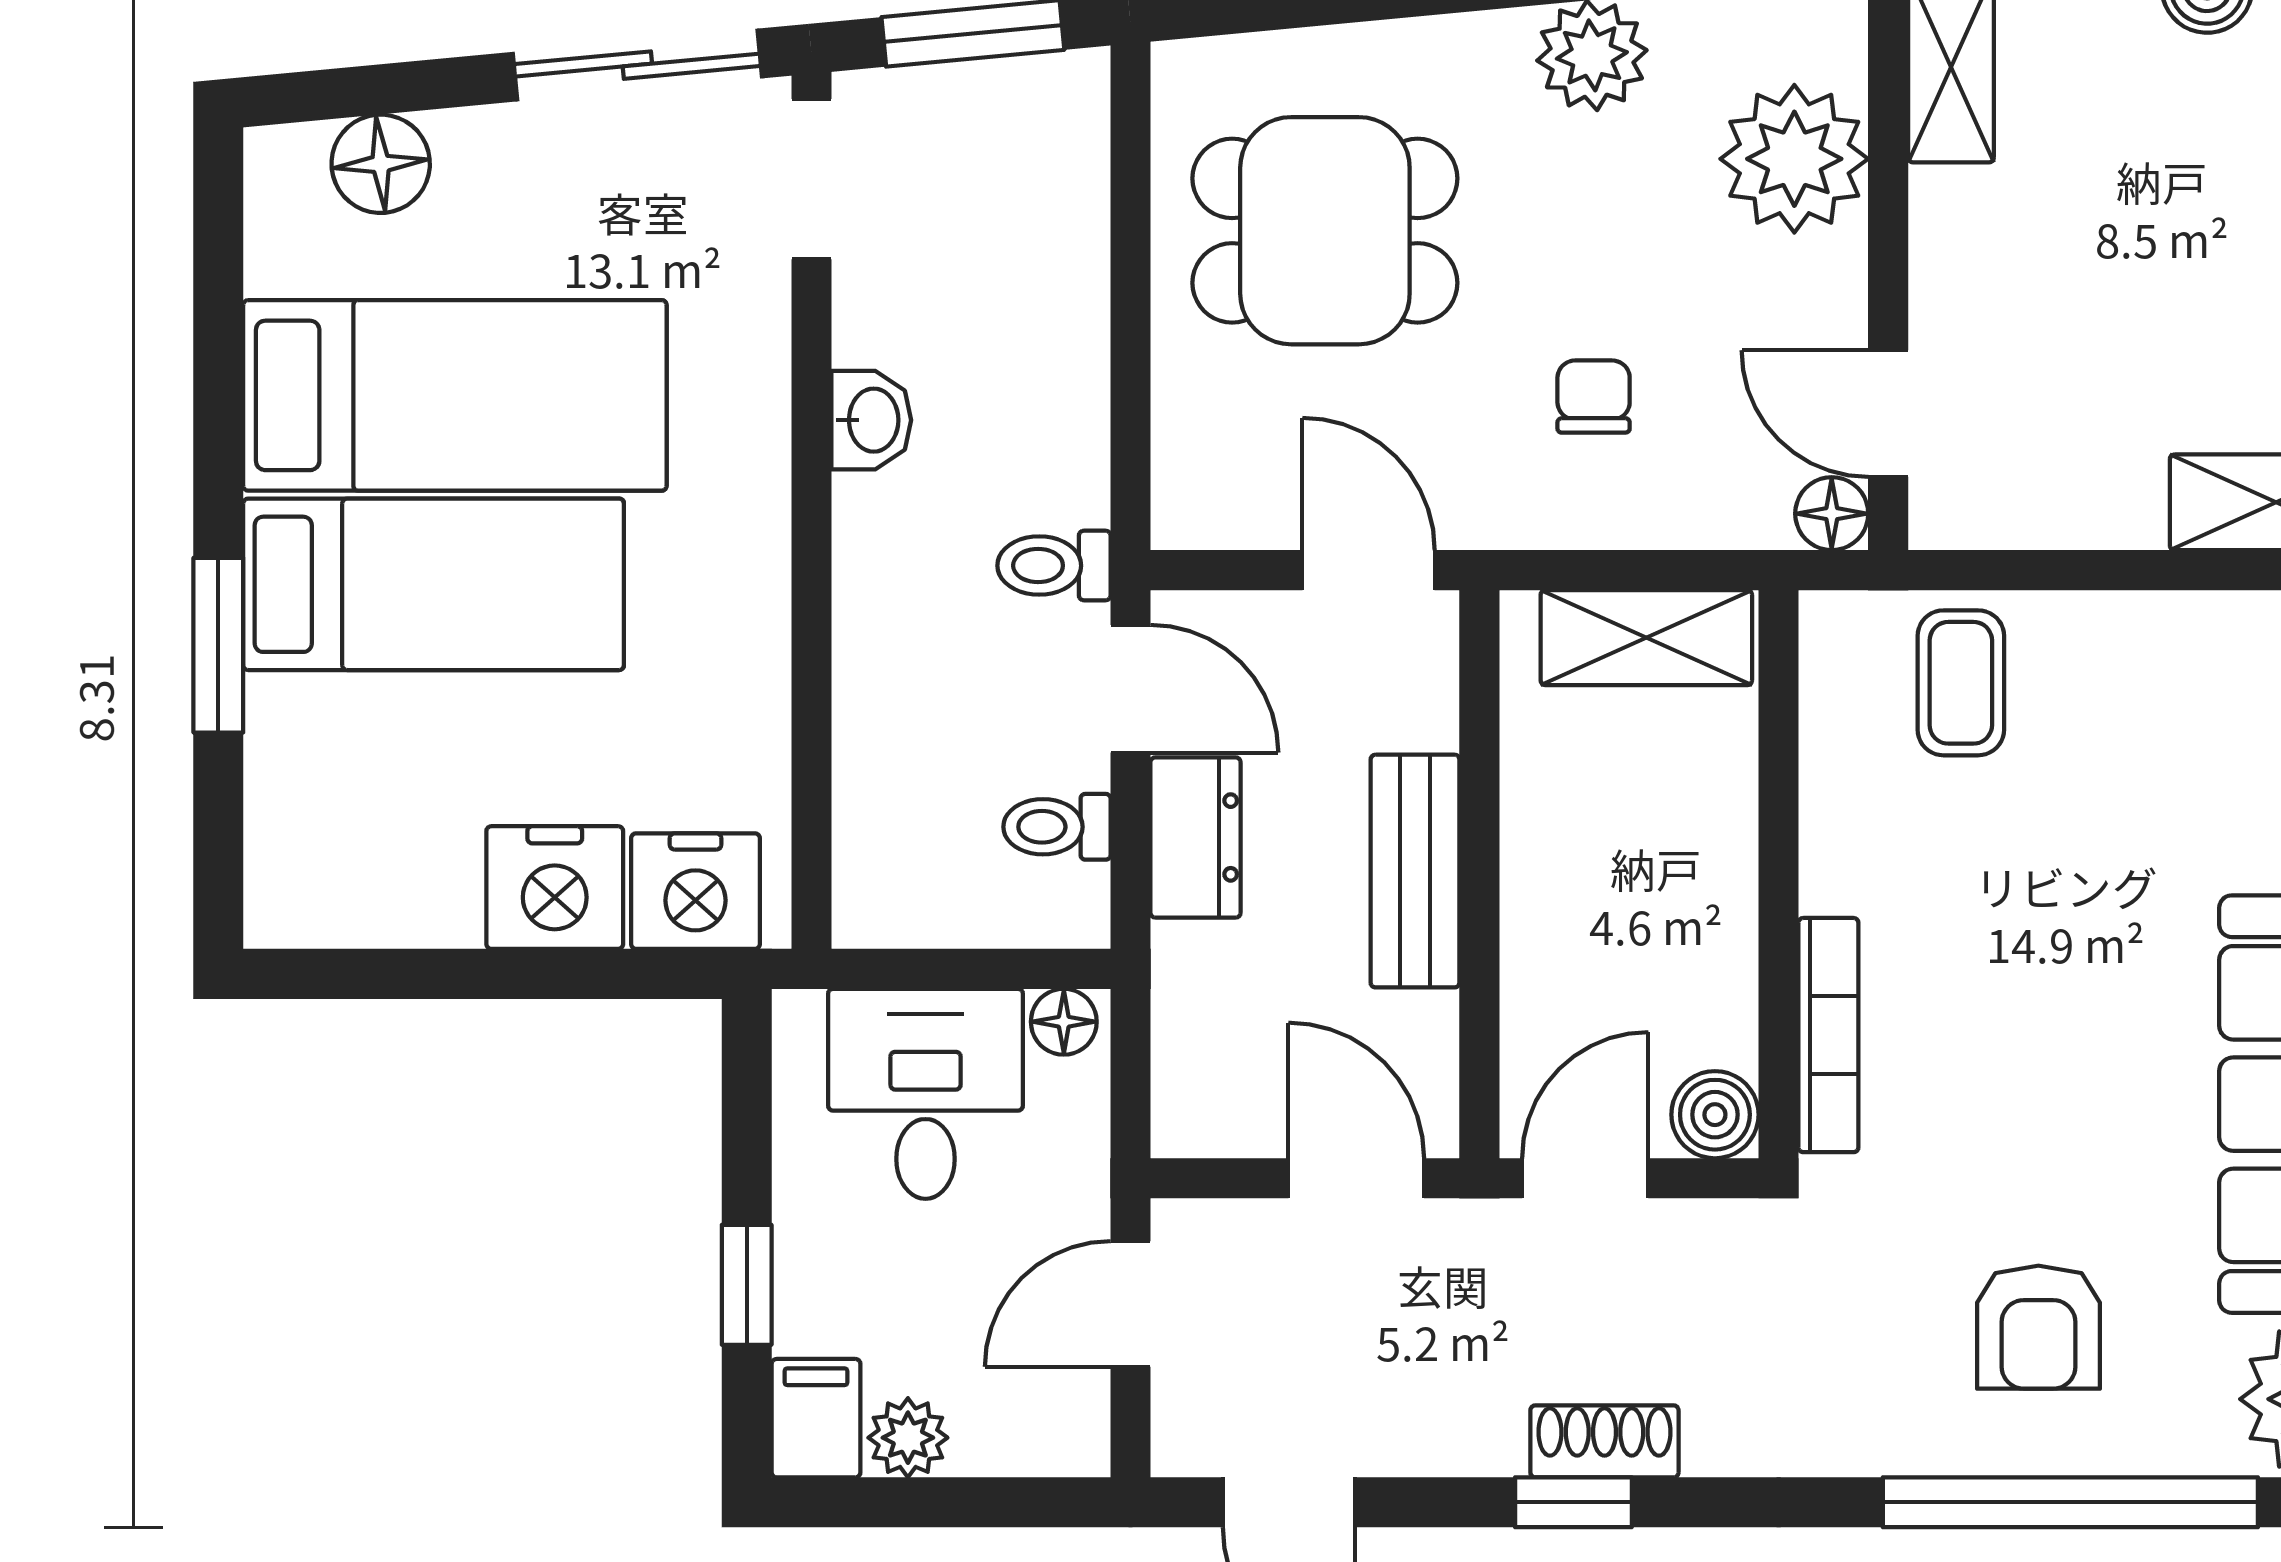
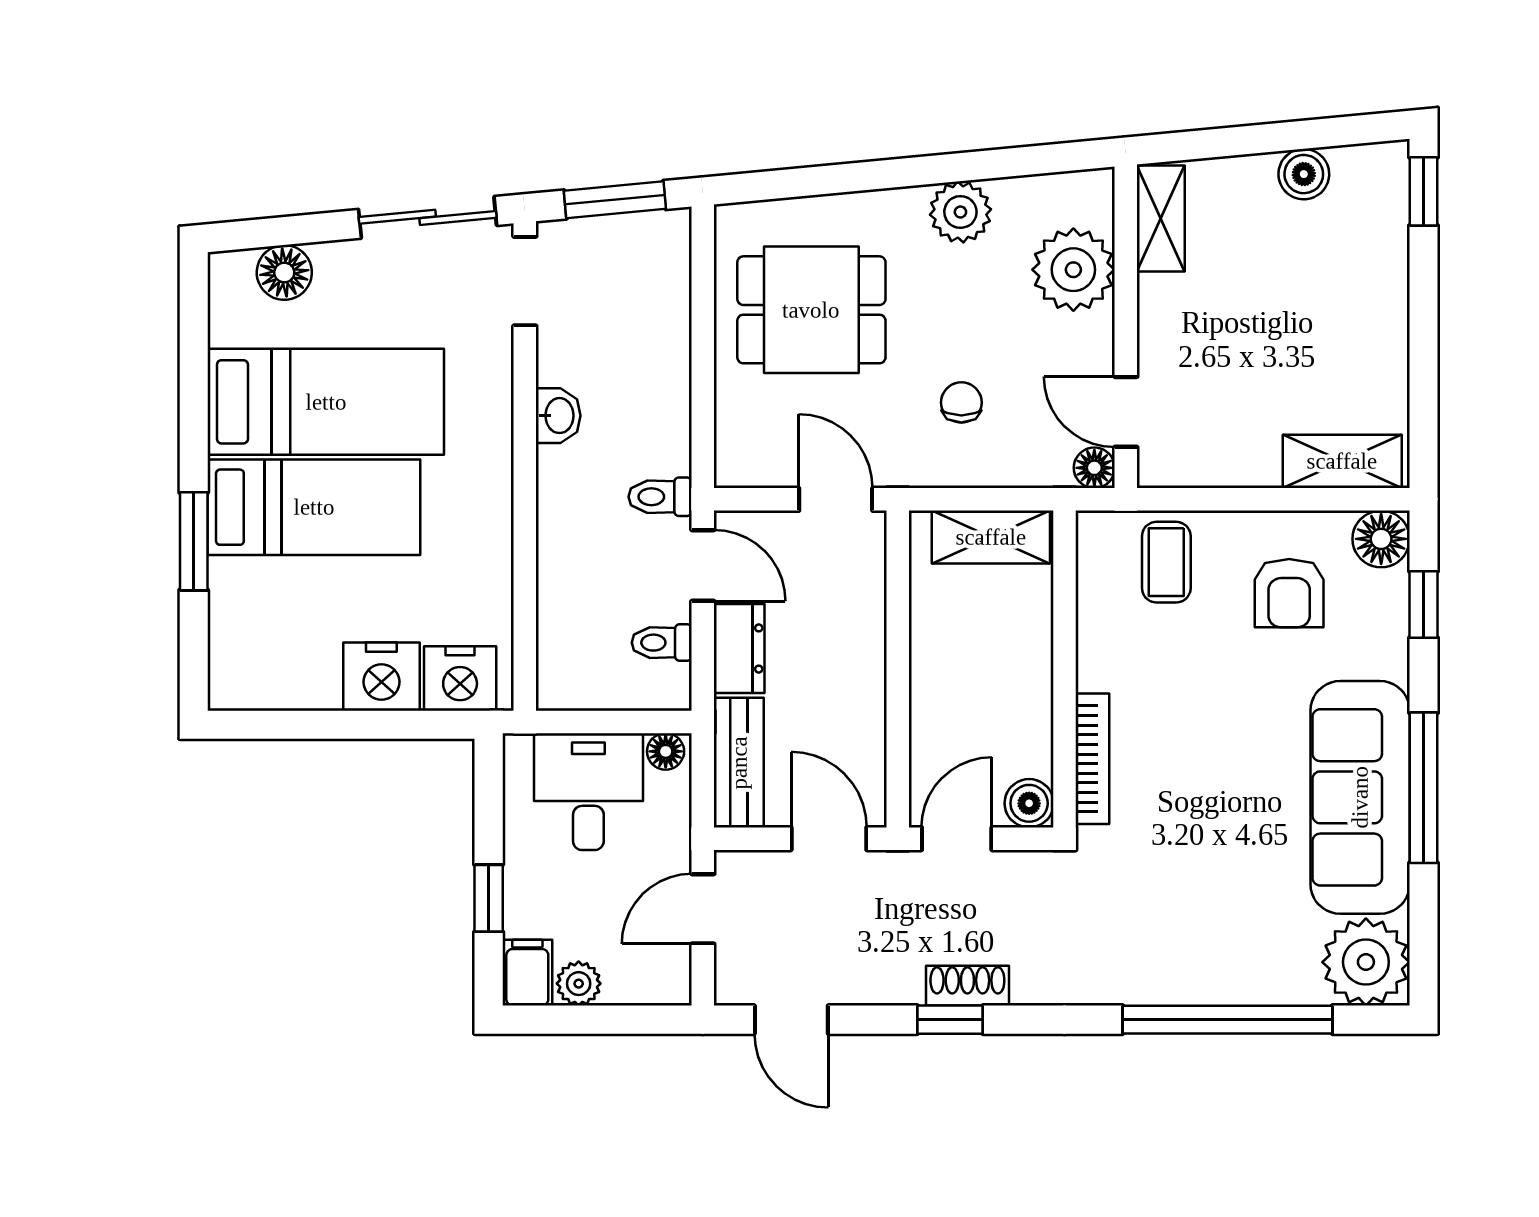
bench: (1415, 871) -> (739, 763), moved
armchair: (2038, 1327) -> (1289, 593), moved

